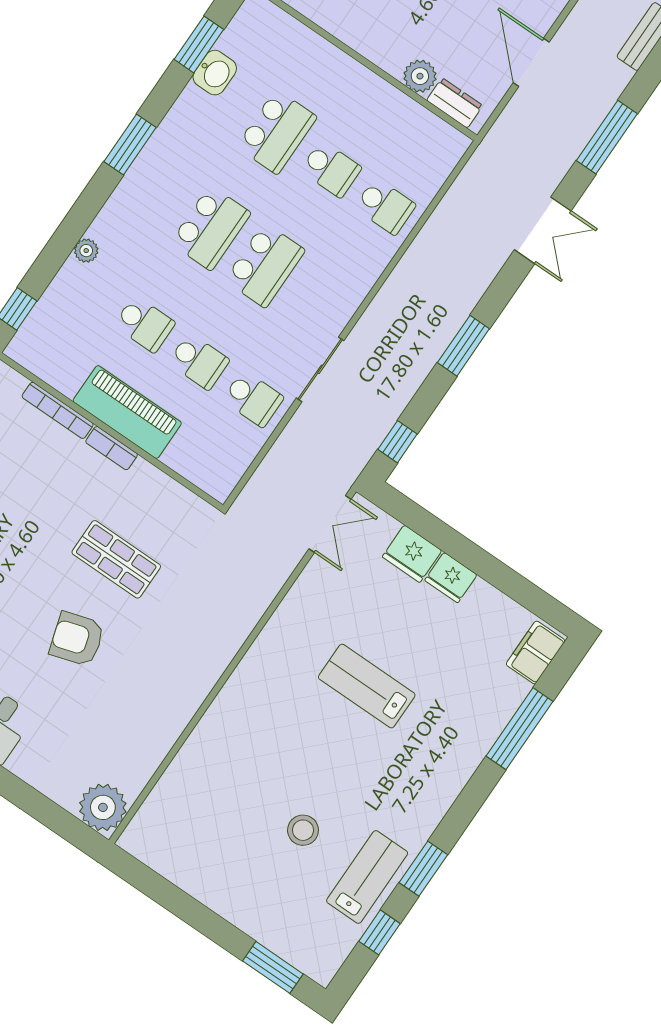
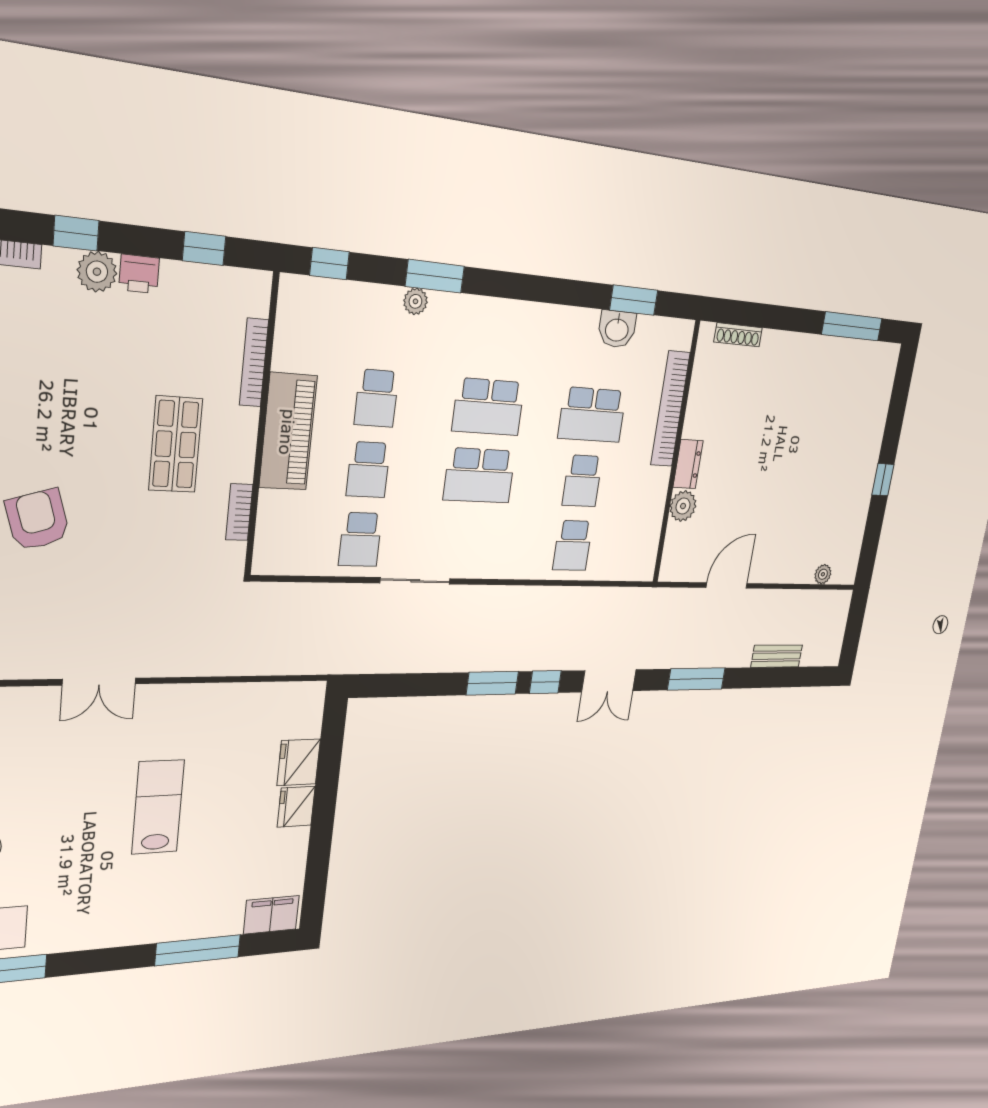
bookcase: (319, 50) -> (670, 409), added
dresser: (455, 103) -> (688, 464), moved
window: (130, 145) -> (435, 276), moved
window: (397, 442) -> (545, 682), moved
bookcase: (112, 448) -> (239, 512), moved
double door: (330, 524) -> (99, 682), moved
shop shelf: (116, 559) -> (176, 444), moved

